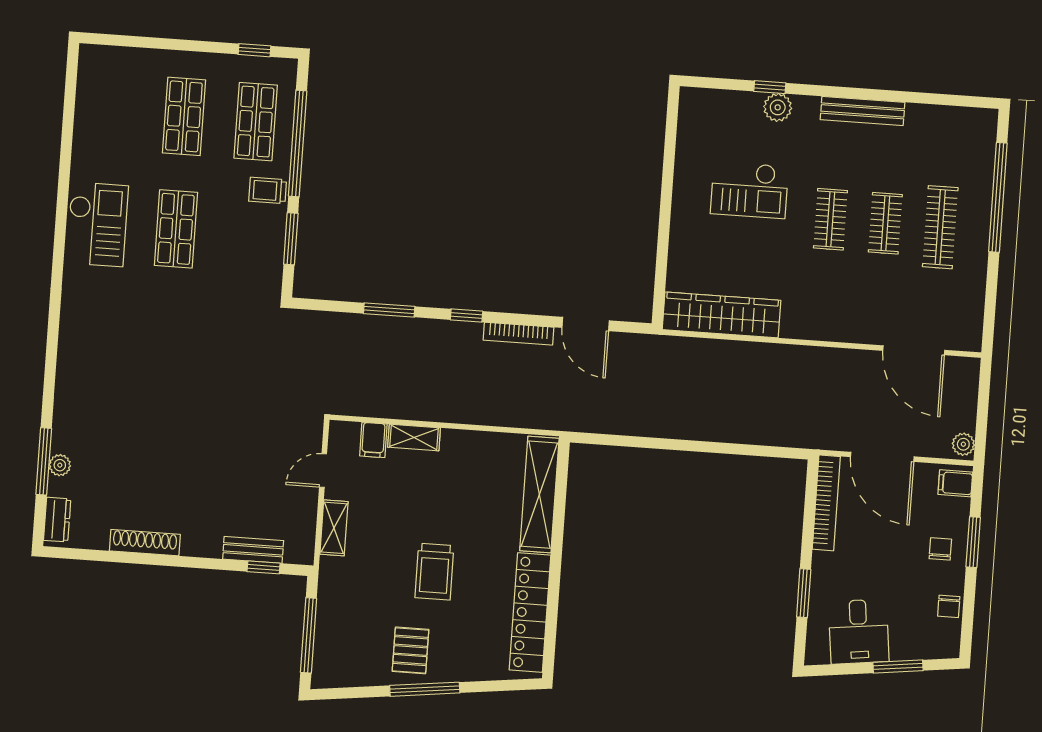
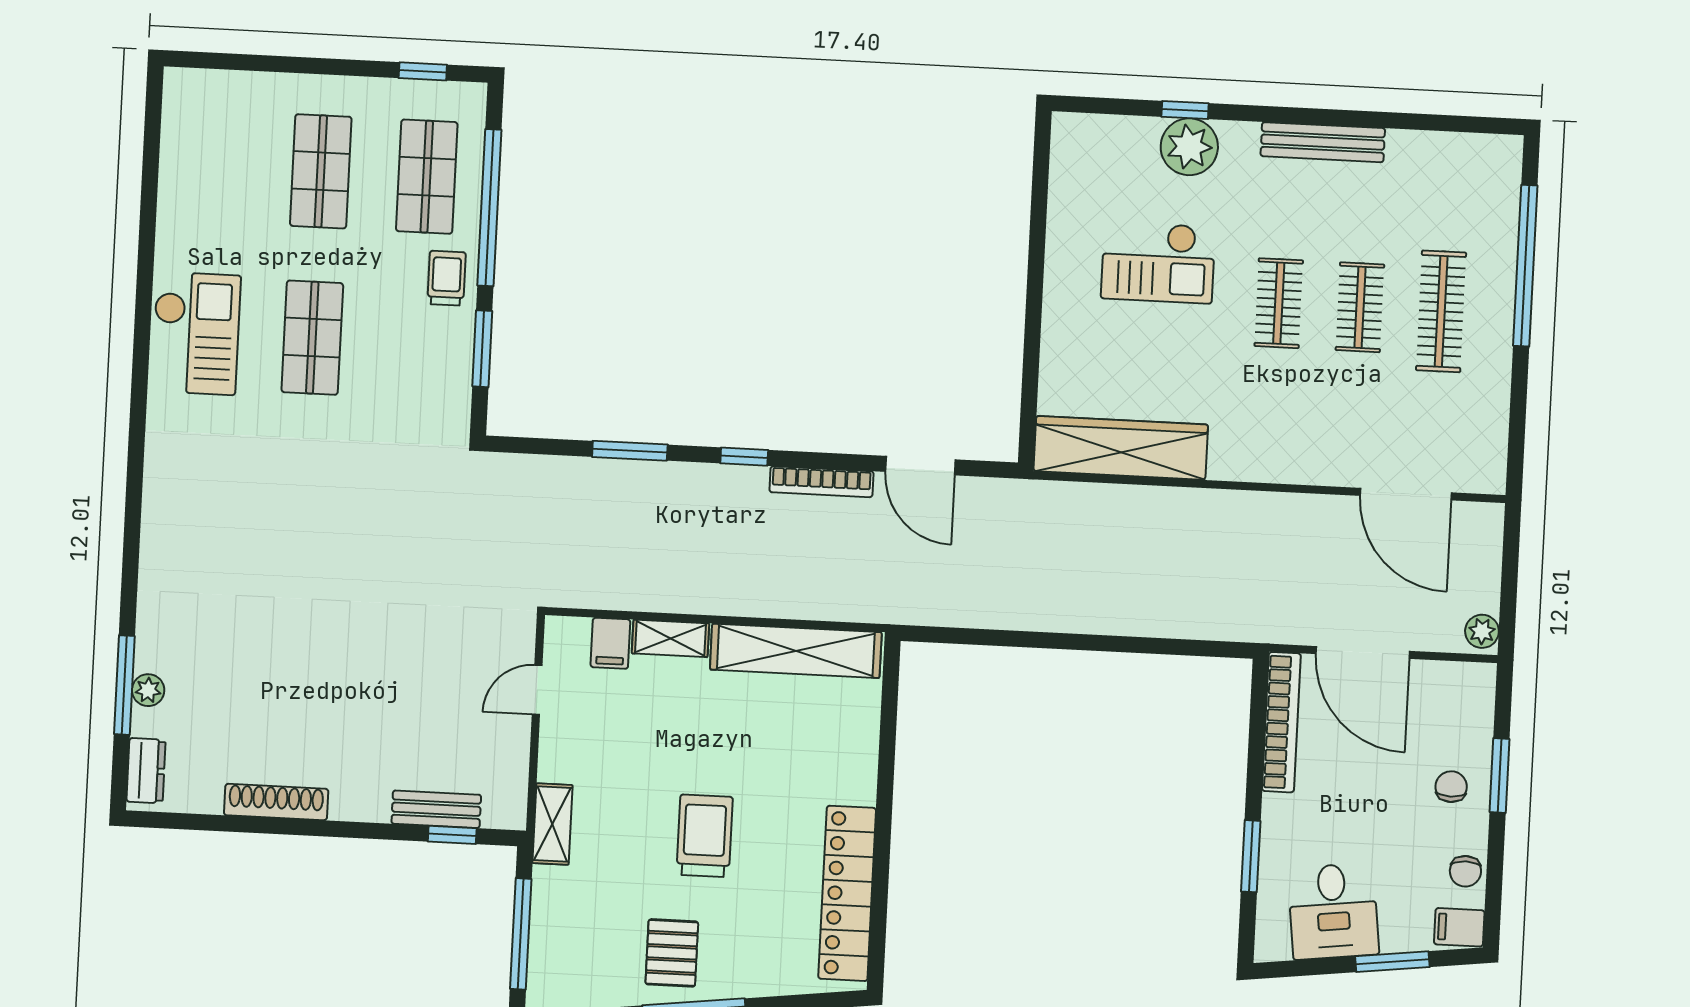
plant: (778, 107) -> (1189, 147), width x1.36, depth x1.36
trolley: (268, 191) -> (447, 278), turned 90
filing cabinet: (955, 483) -> (1459, 927), moved
shelving: (539, 495) -> (796, 651), moved, turned 90
shelving: (334, 528) -> (552, 824), moved
trolley: (434, 572) -> (705, 836), turned 180

